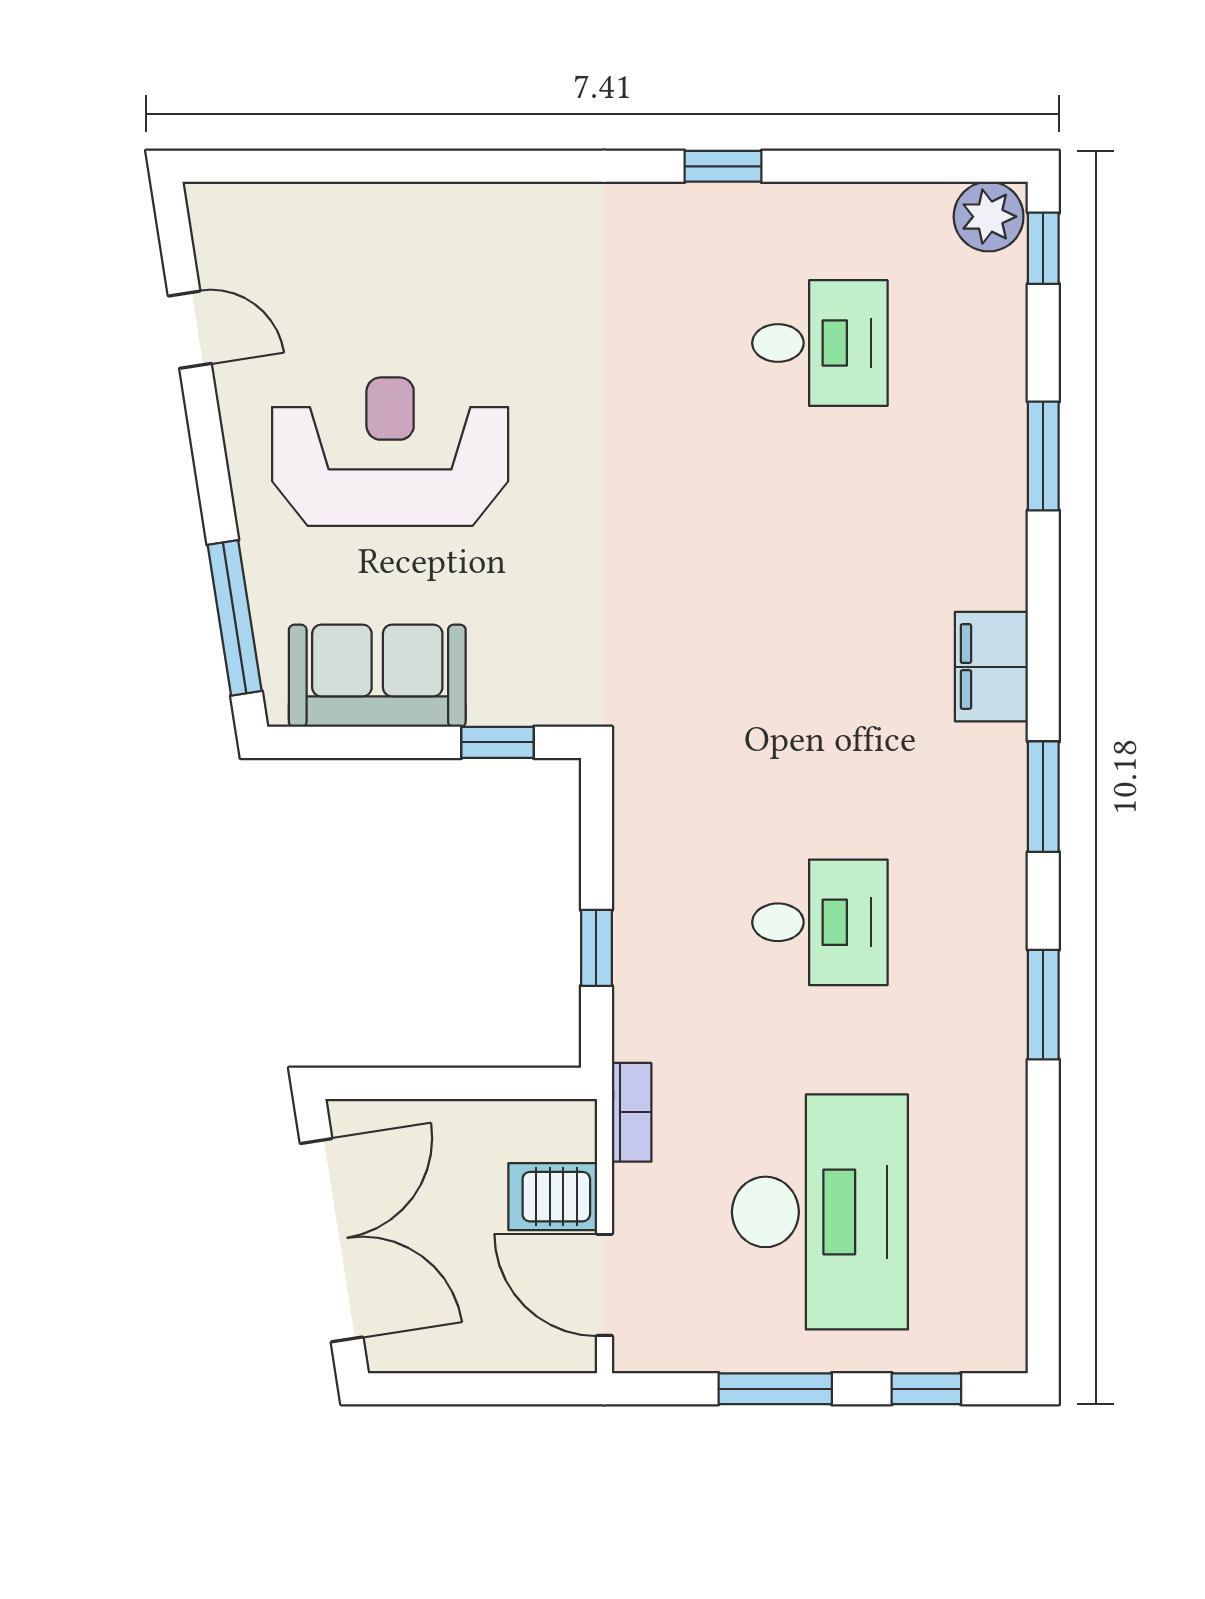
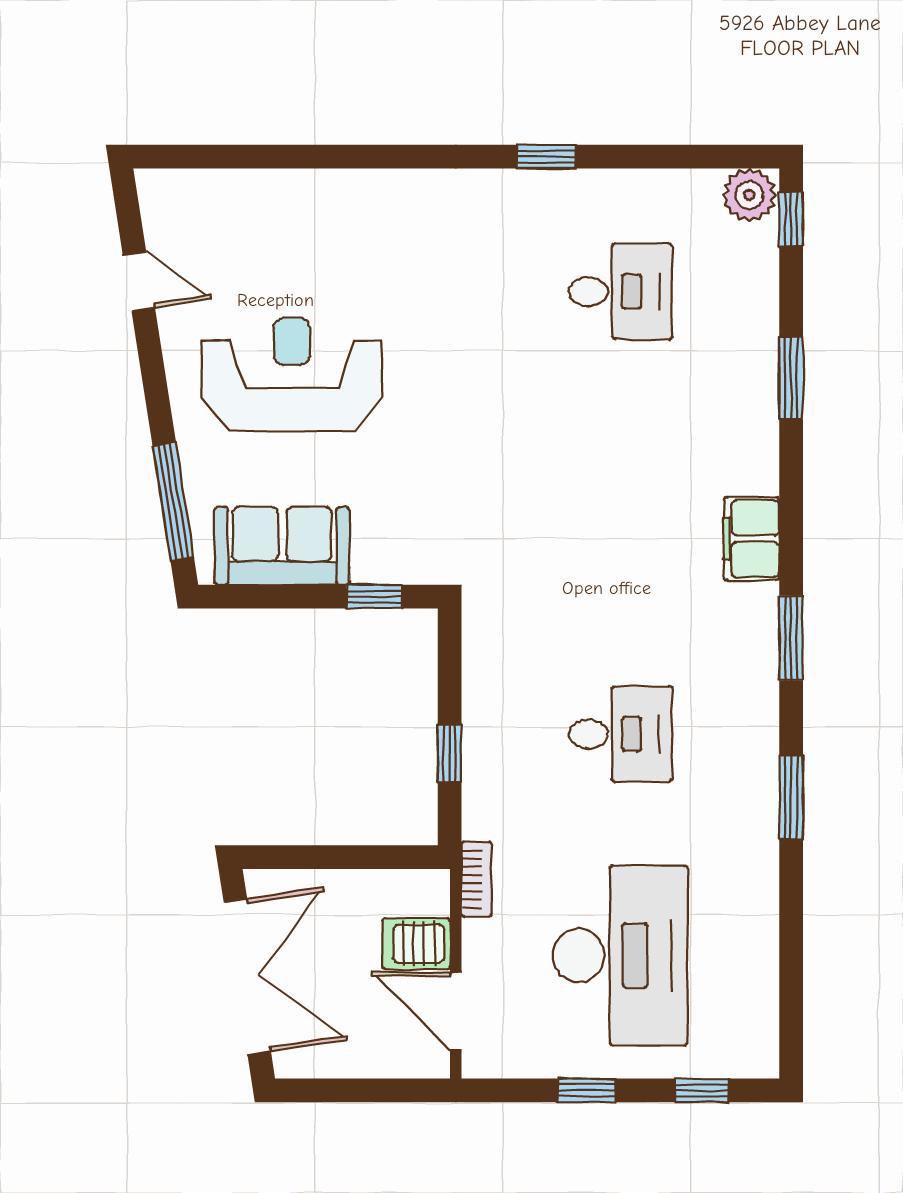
window: (775, 1389) -> (586, 1090), width x0.67

